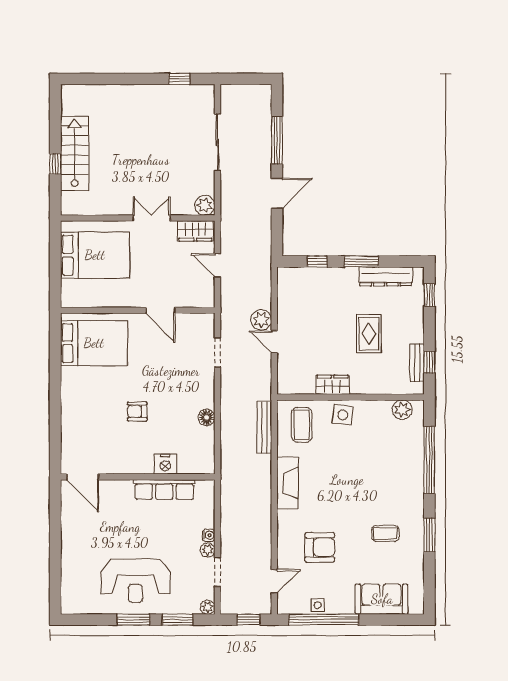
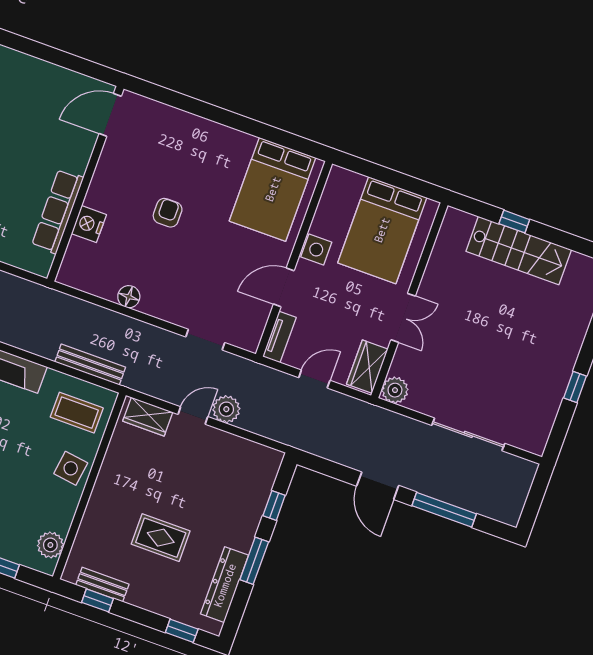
window: (179, 79) -> (575, 387), moved
side table: (125, 297) -> (316, 250), added
tv unit: (197, 301) -> (279, 337), added
wardrobe: (332, 385) -> (148, 417), moved, turned 90

